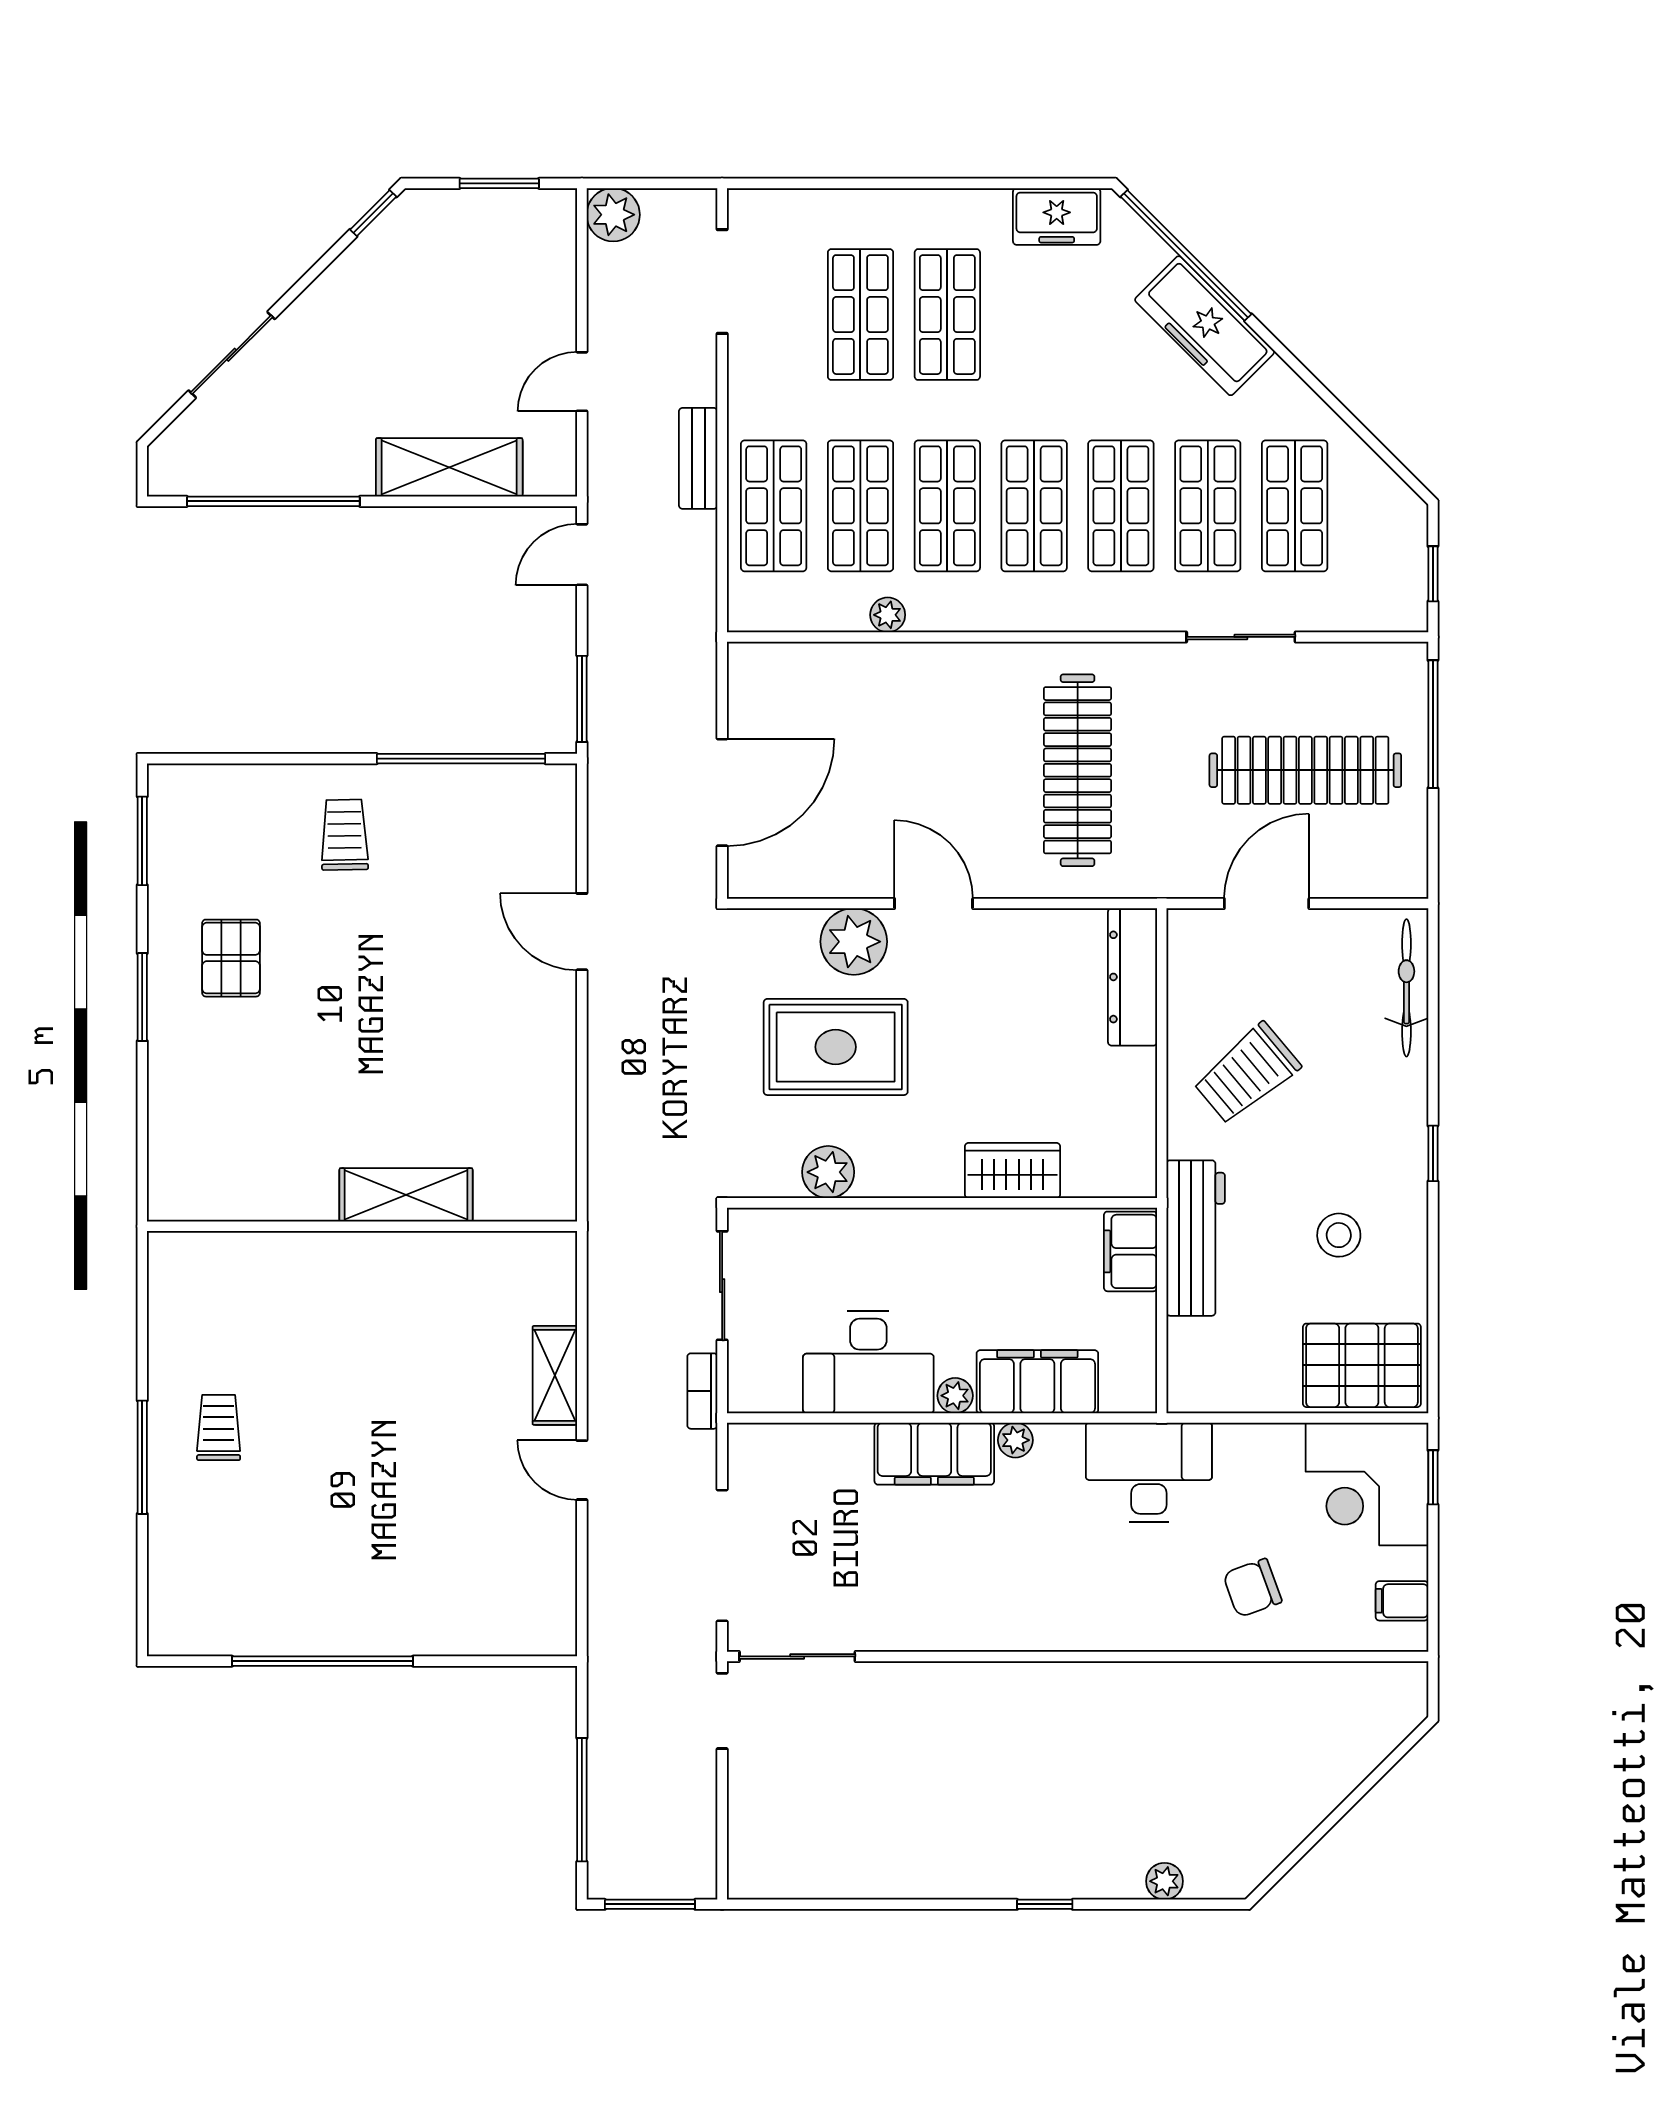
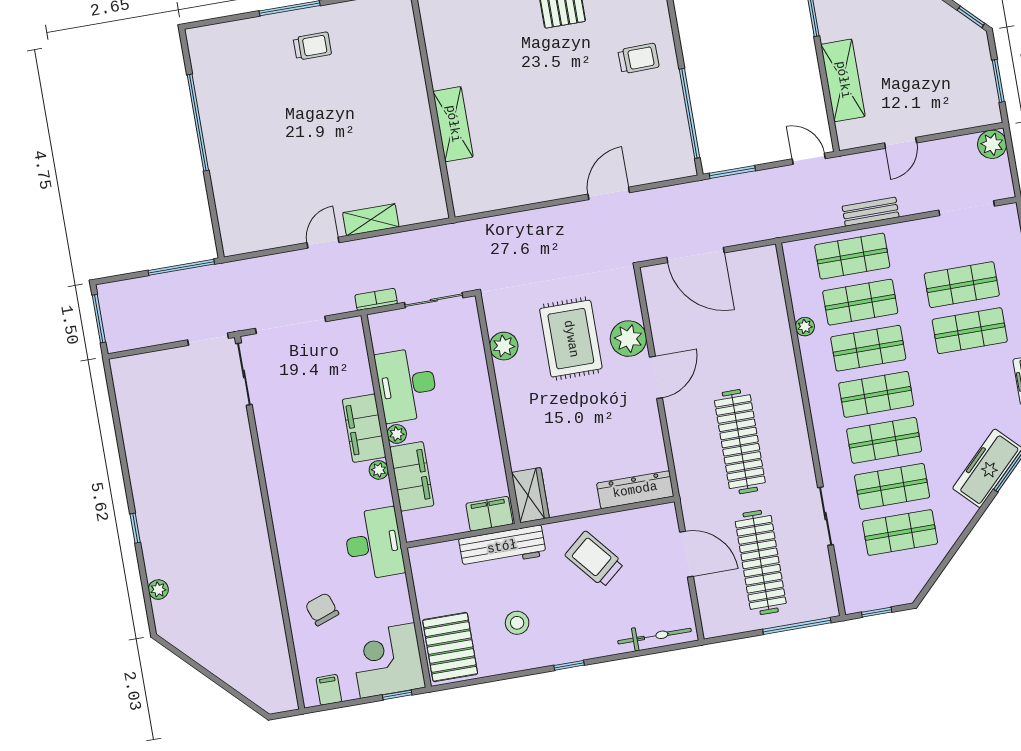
door: (582, 382) -> (901, 143), swing flipped
clothes rail: (1078, 770) -> (740, 442), turned 90
wardrobe: (1012, 1171) -> (530, 495), moved
window: (582, 1800) -> (181, 267), moved

